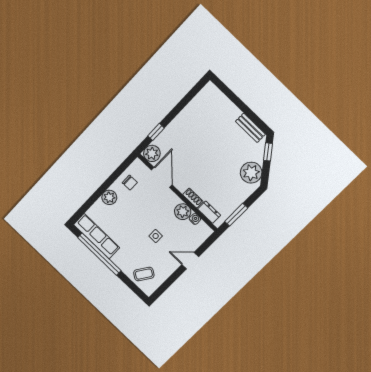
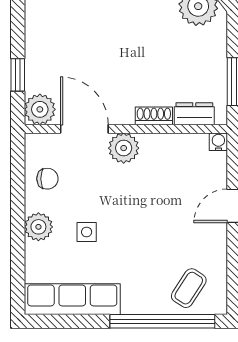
plant: (183, 212) -> (124, 148), moved
water cooler: (195, 219) -> (218, 142), moved
side table: (156, 236) -> (87, 232), moved
window: (99, 254) -> (162, 321), moved

